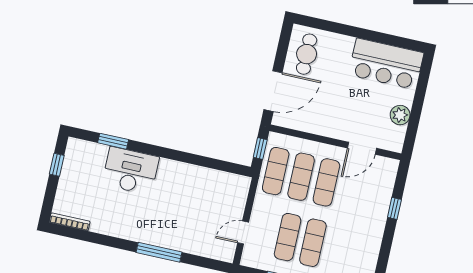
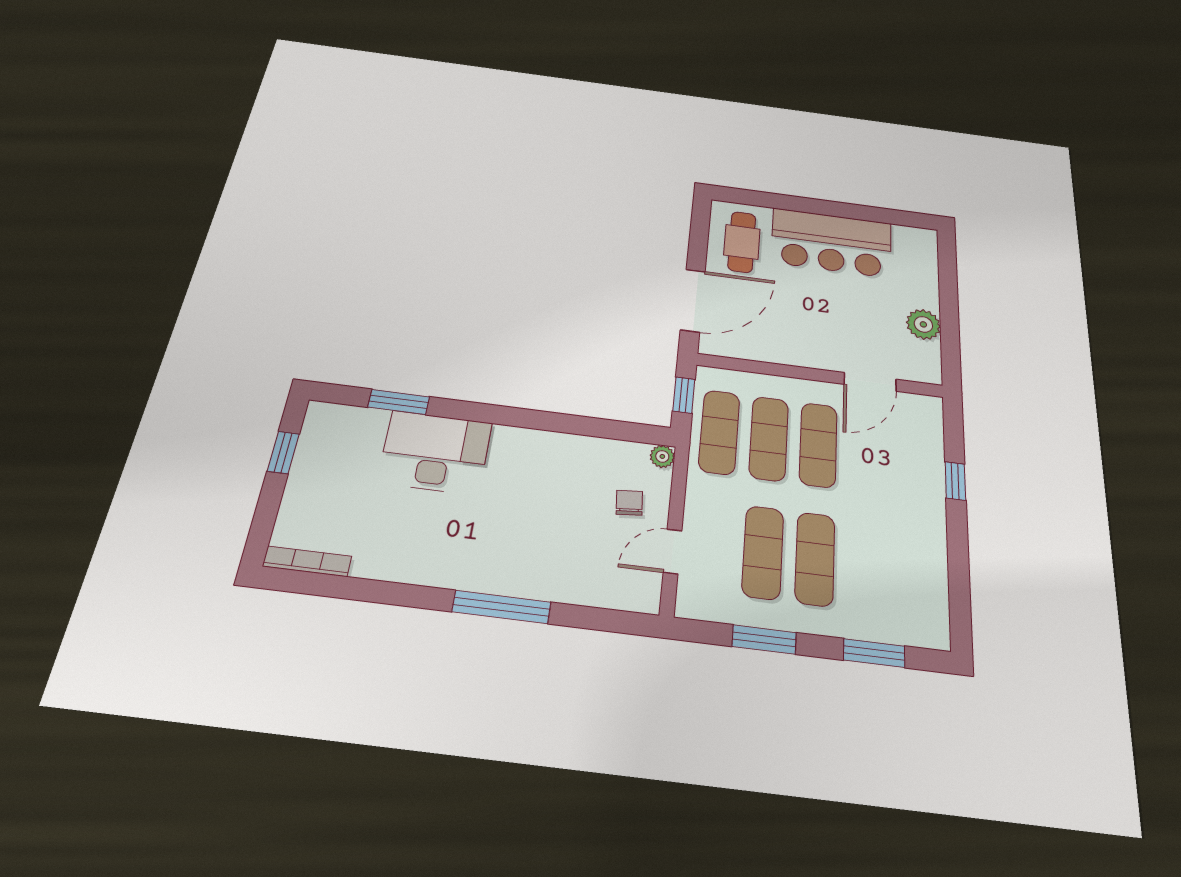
bar counter: (386, 64) -> (832, 243), moved
plant: (244, 182) -> (662, 456), added
chair: (225, 206) -> (629, 503), added

